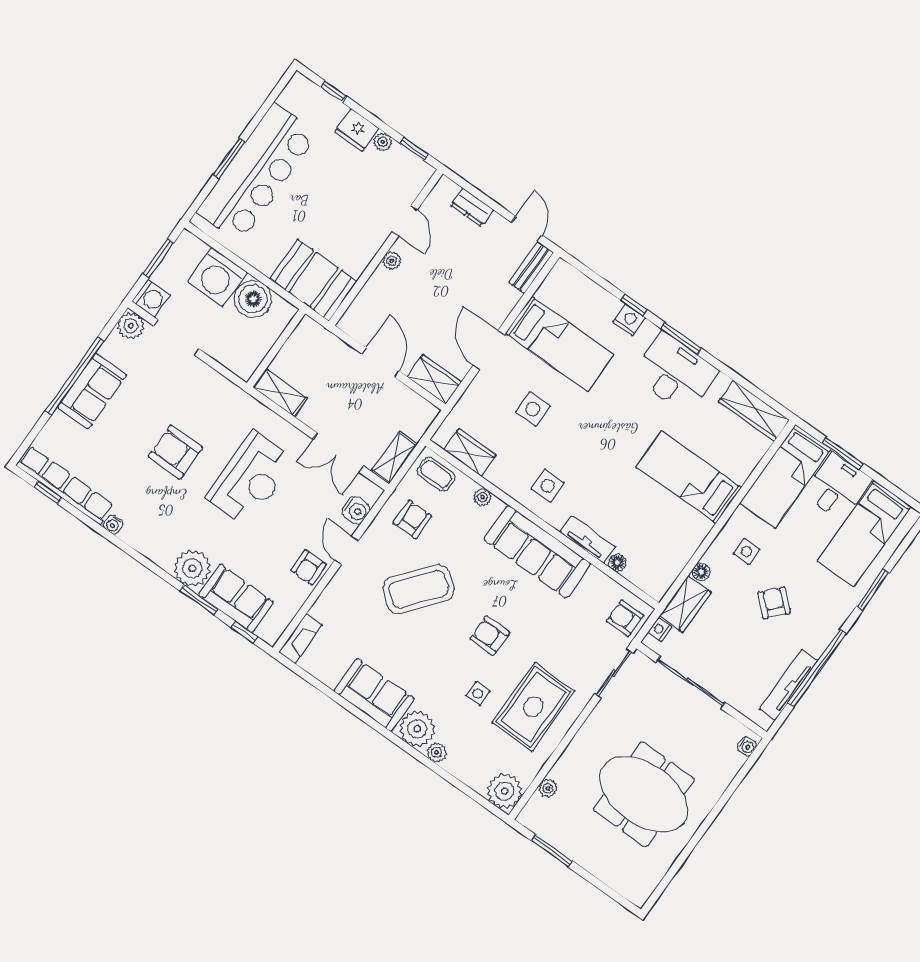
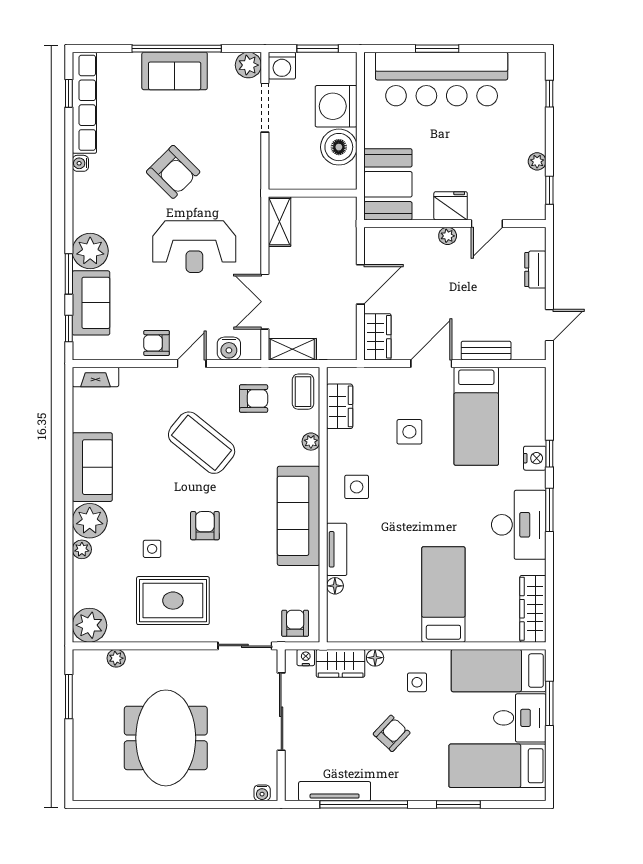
fridge: (357, 130) -> (451, 206), moved, turned 90
bench: (531, 267) -> (486, 351), moved
armchair: (175, 452) -> (173, 172), turned 135

